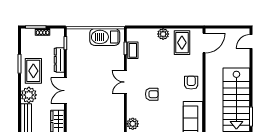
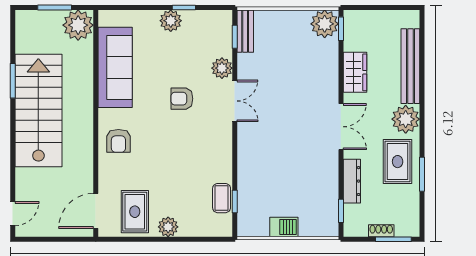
barbecue: (105, 37) -> (284, 227), width x0.53, depth x0.65
double door: (125, 82) -> (235, 101), moved
armchair: (152, 94) -> (182, 99), moved

